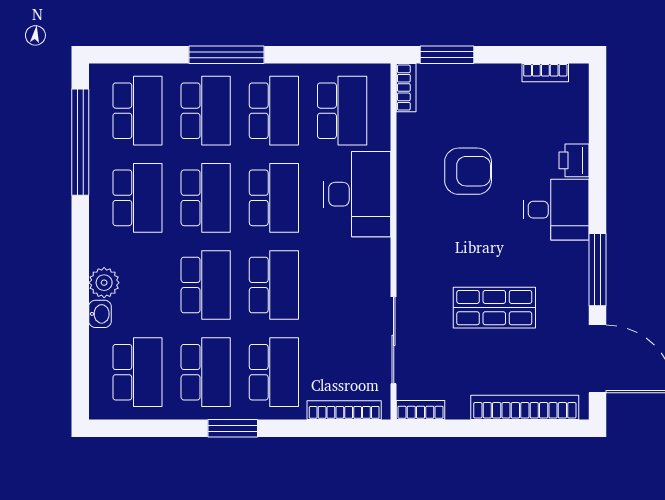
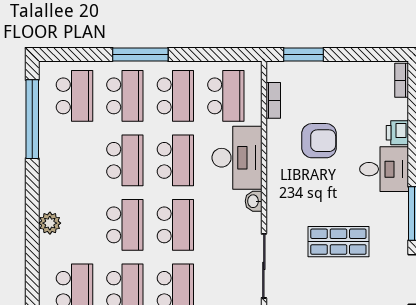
bookcase: (545, 73) -> (402, 80), moved, turned 90
bookcase: (406, 88) -> (273, 100), moved
school desk: (137, 198) -> (74, 160), removed
washbasin: (100, 314) -> (254, 201), moved, turned 180

